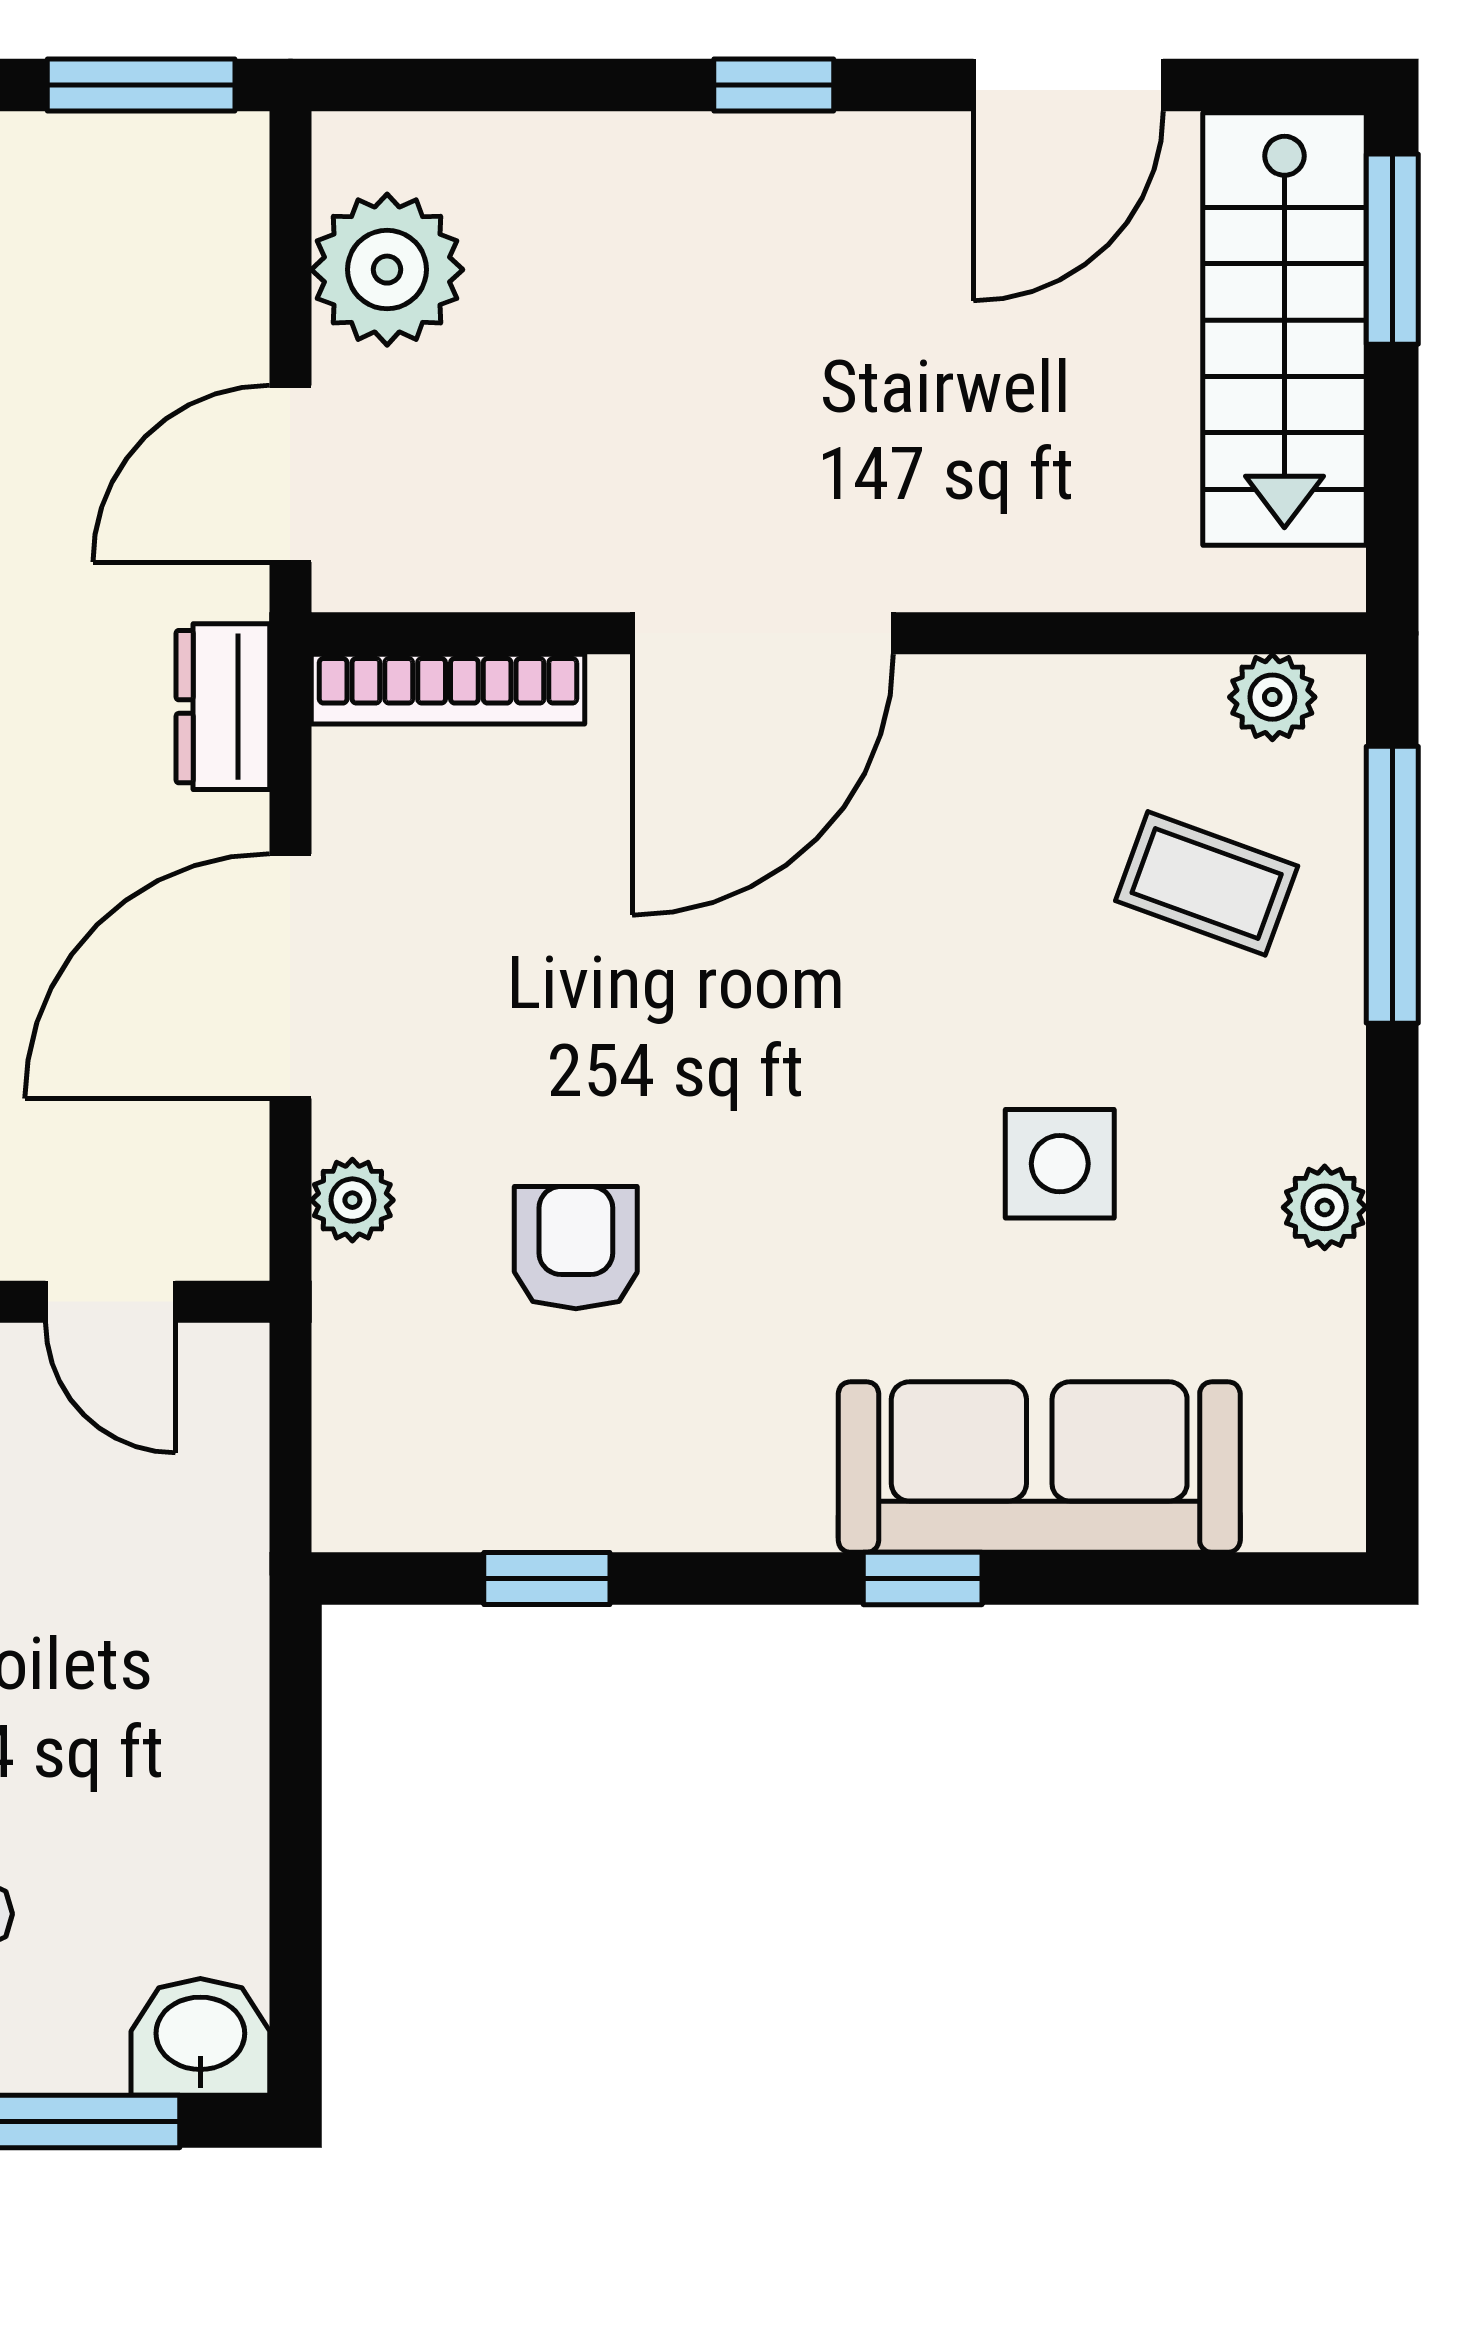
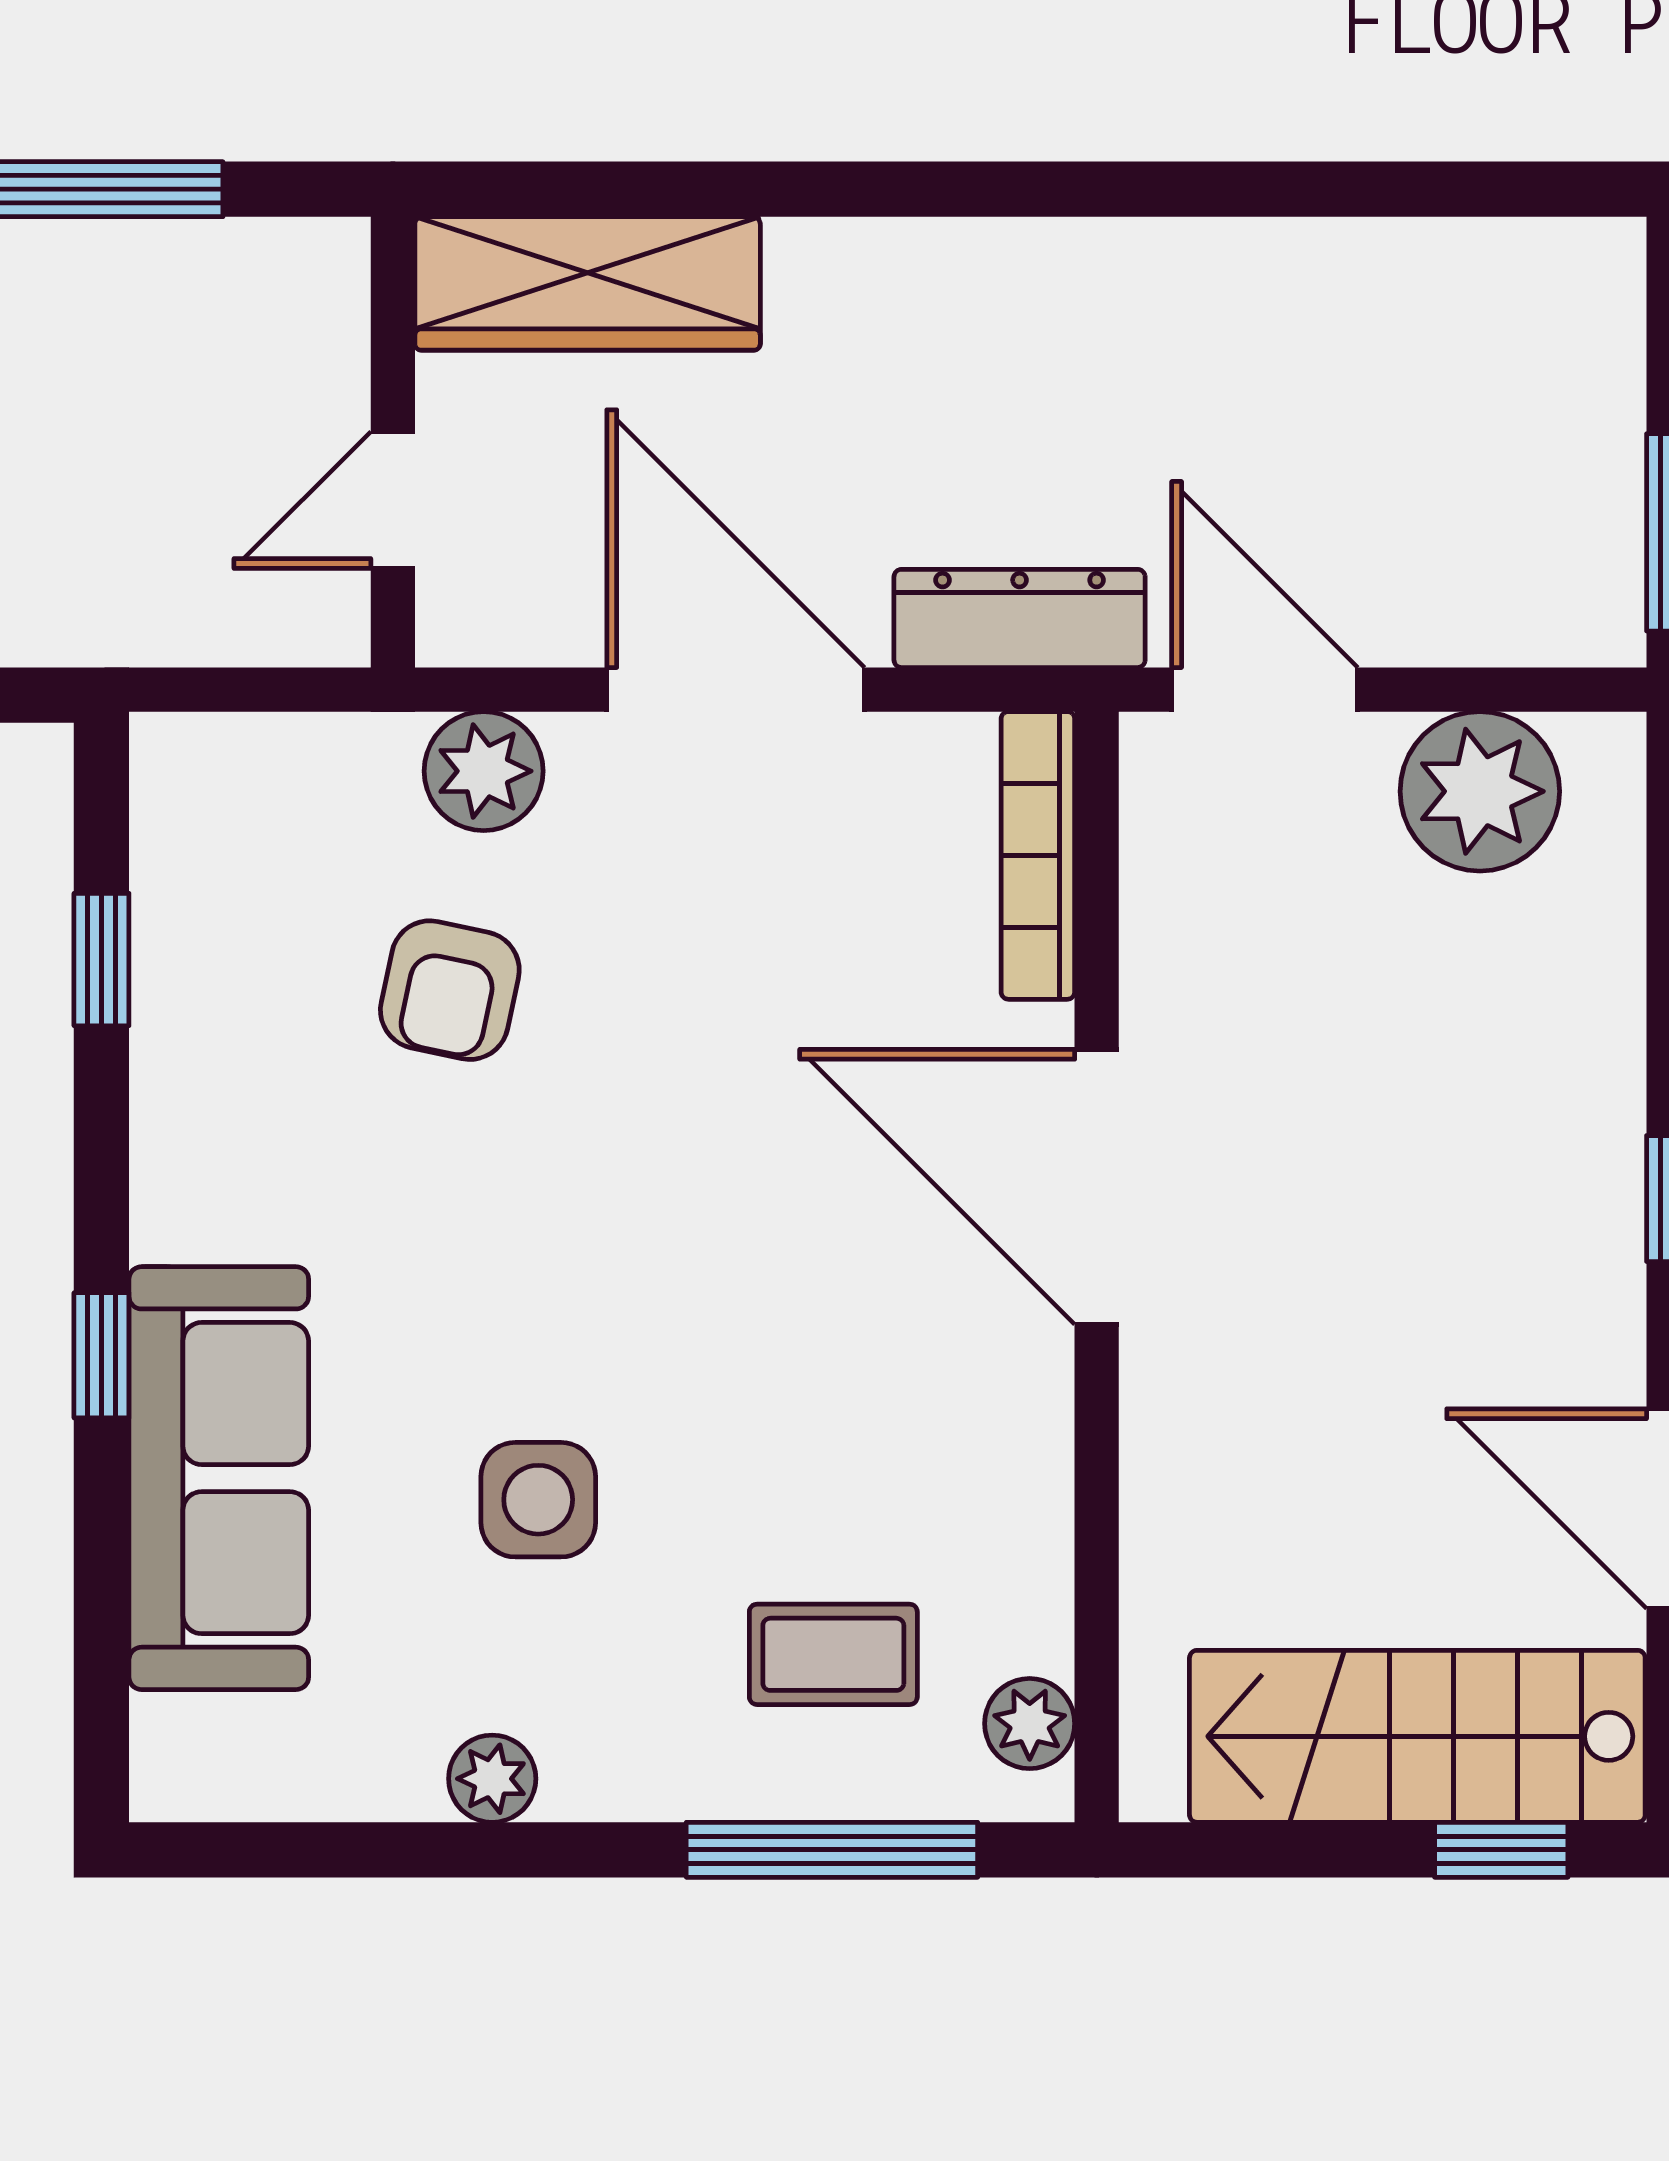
window: (1392, 249) -> (1501, 1850), width x0.67
dresser: (223, 707) -> (1020, 618), width x1.44
coffee table: (1207, 883) -> (833, 1654), turned 70
plant: (352, 1200) -> (484, 771), width x1.38, depth x1.38
armchair: (576, 1248) -> (450, 990), turned 102

